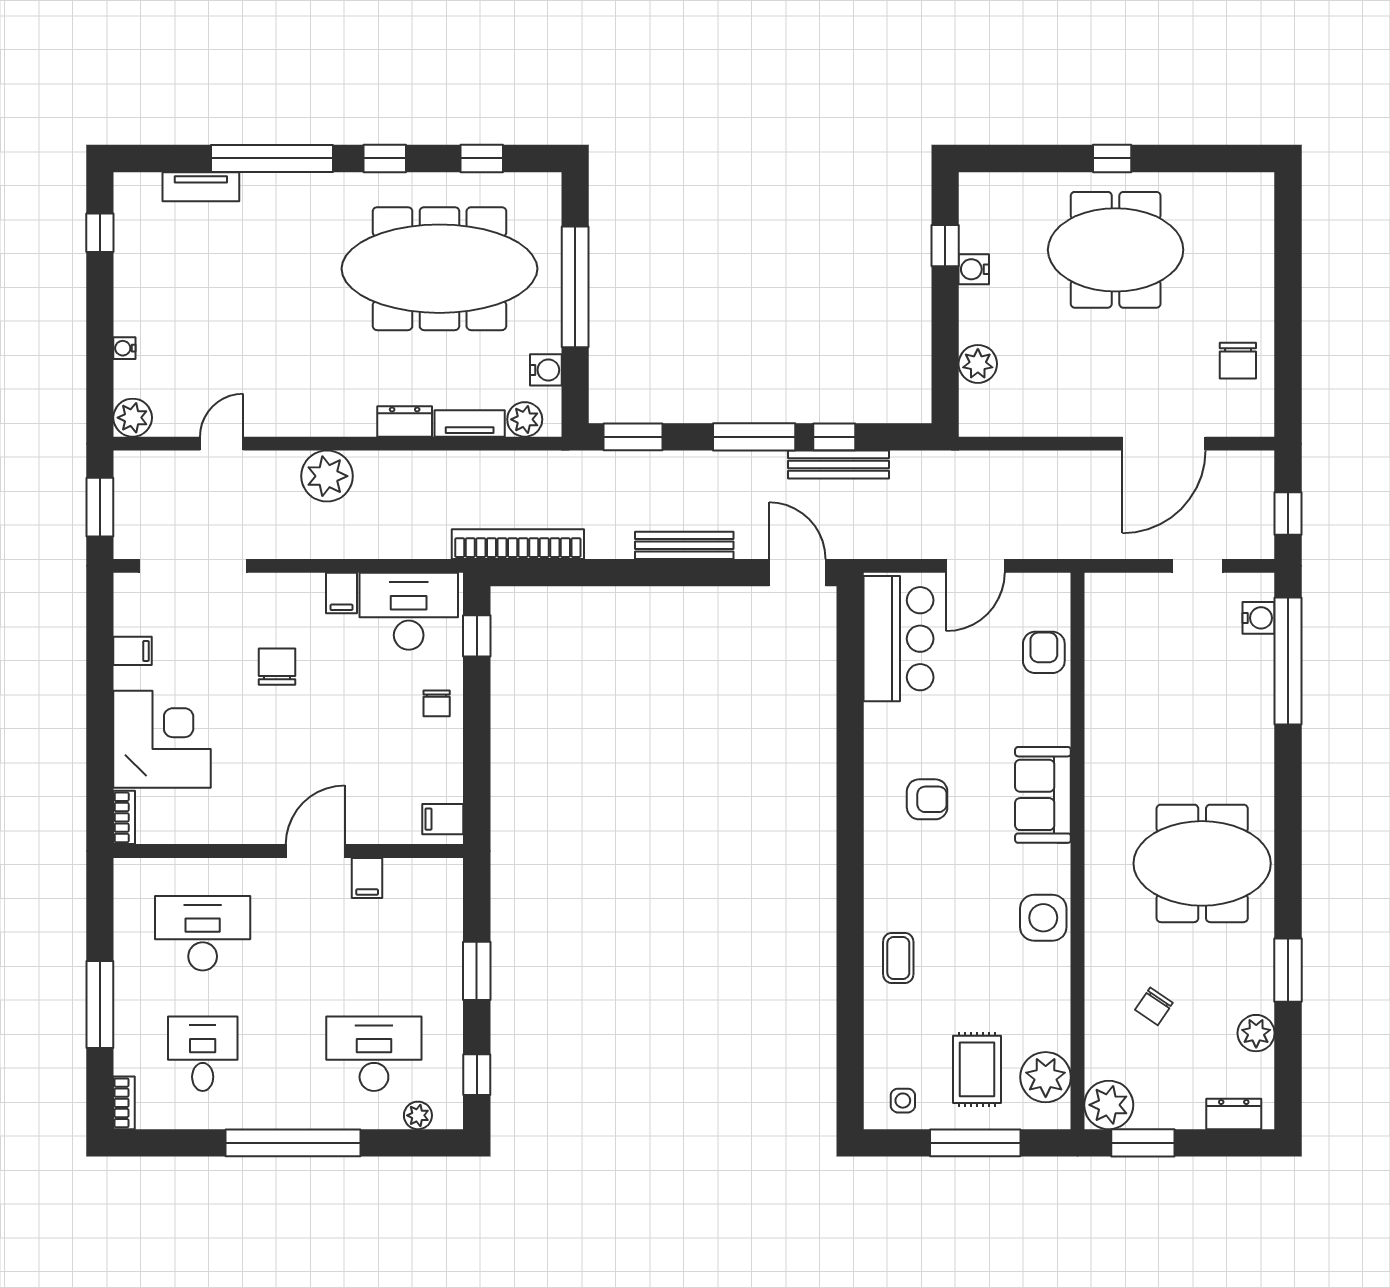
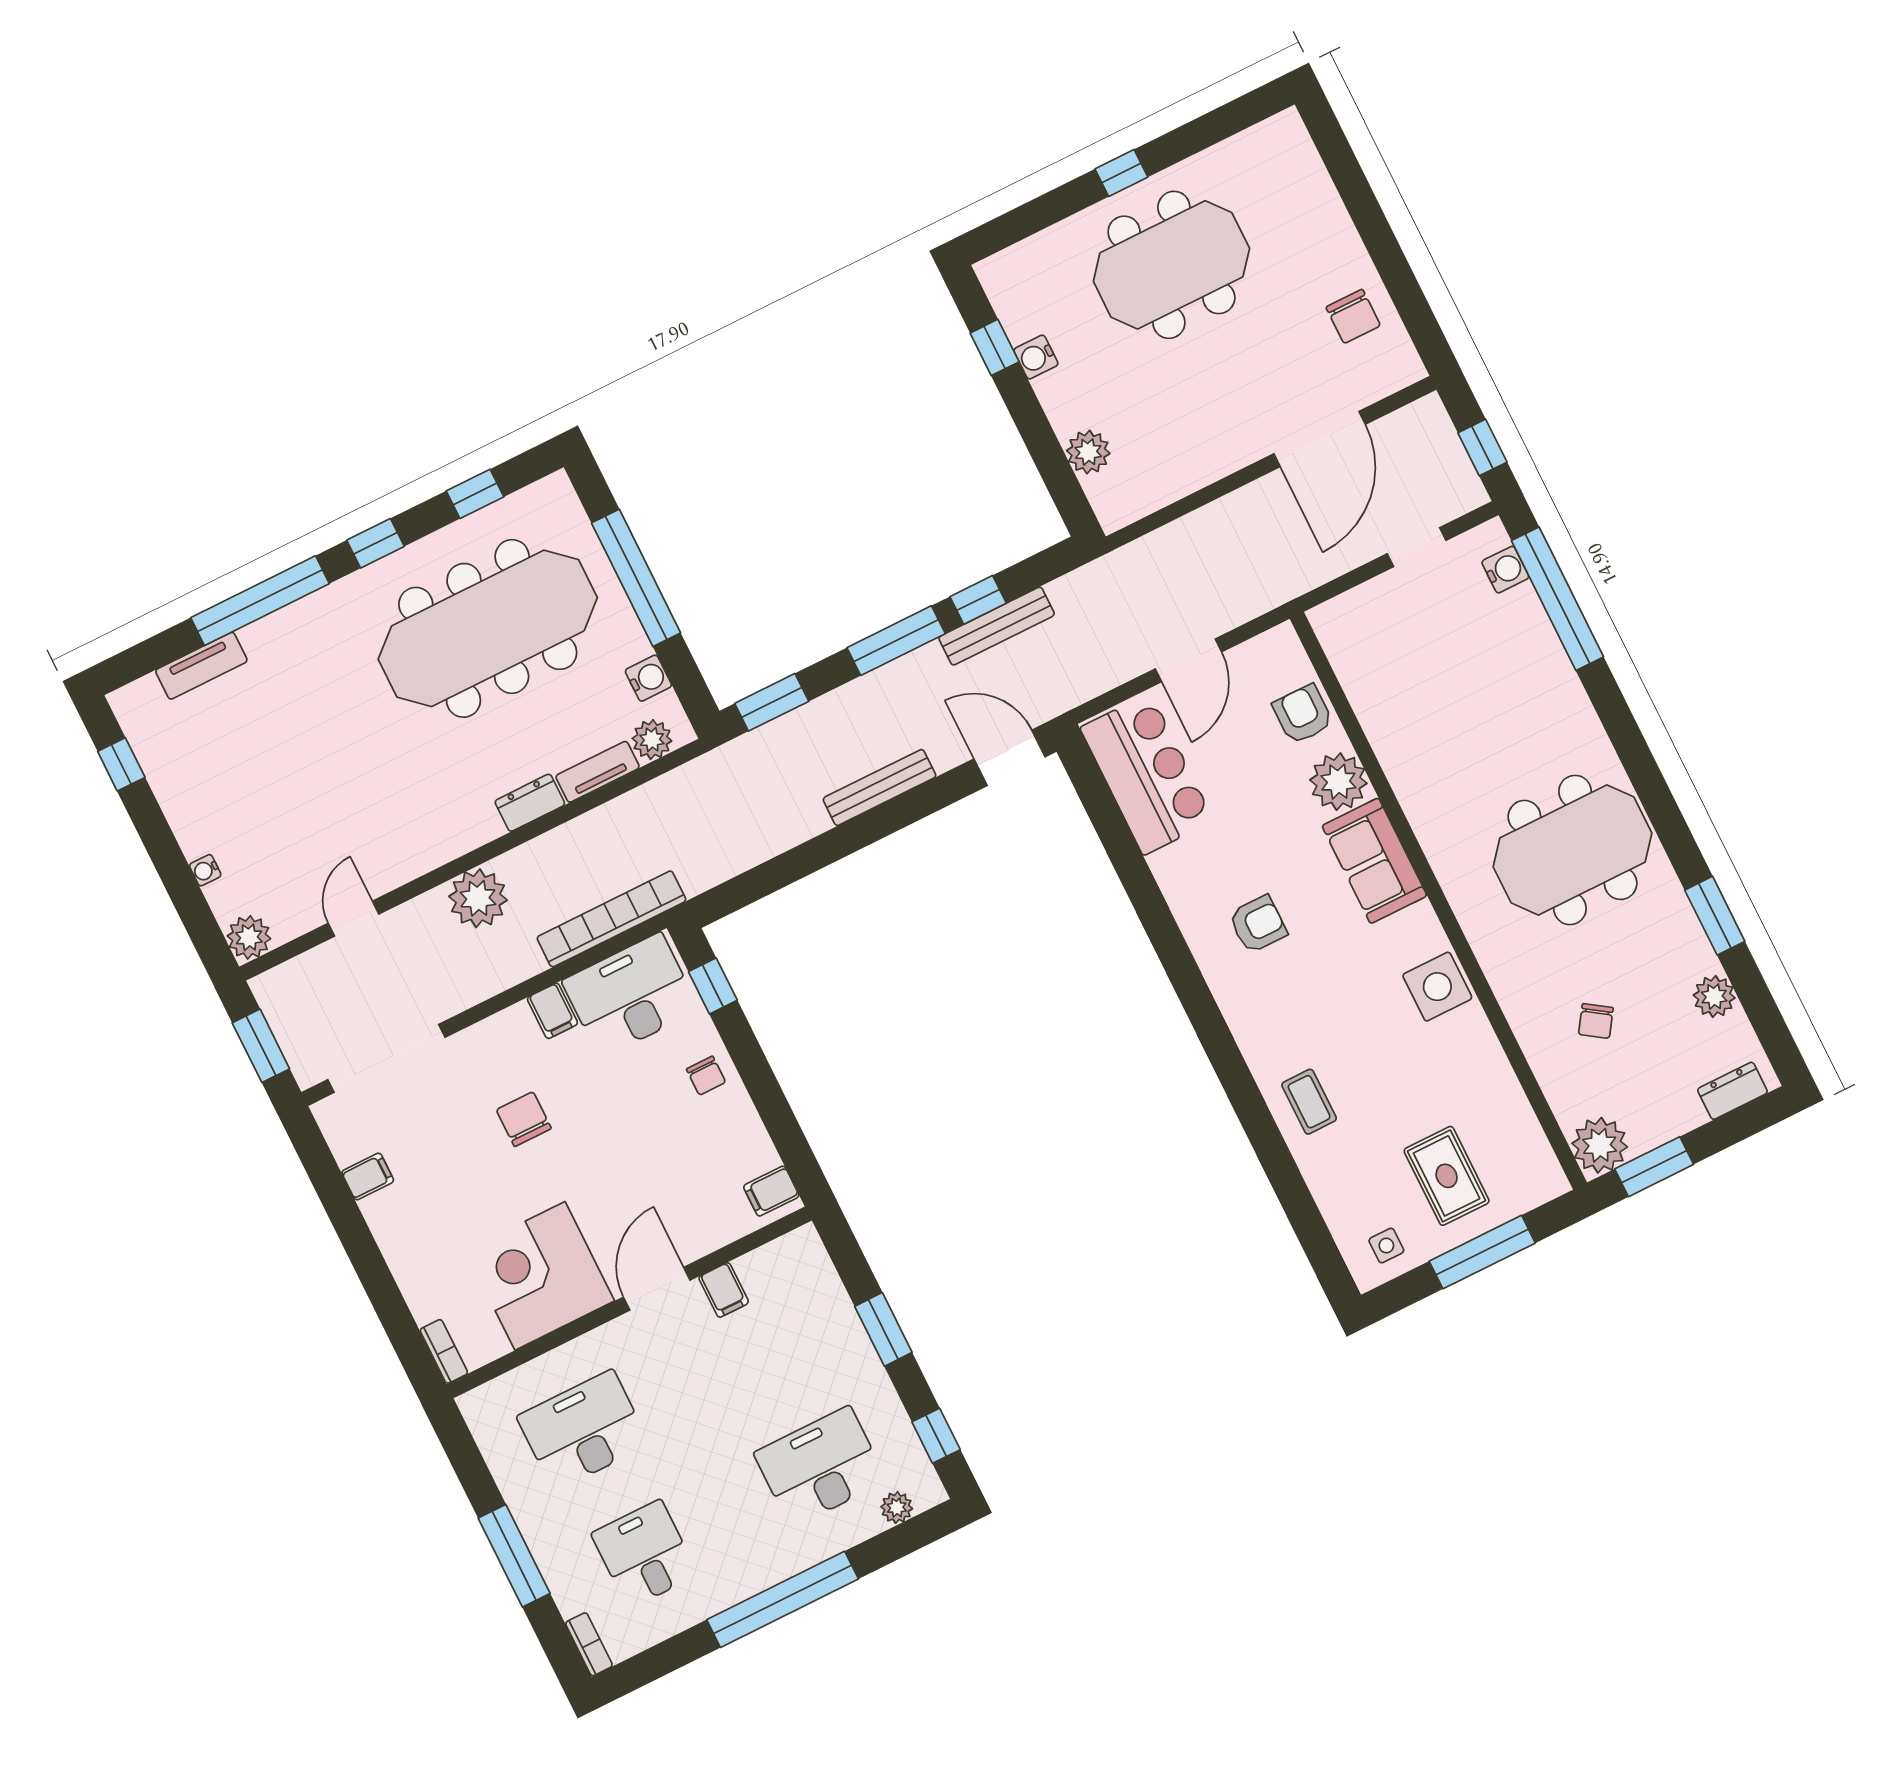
bookcase: (518, 544) -> (611, 919), moved
corner desk: (162, 739) -> (540, 1276), moved, turned -90
plant: (1046, 1077) -> (1338, 782), moved

